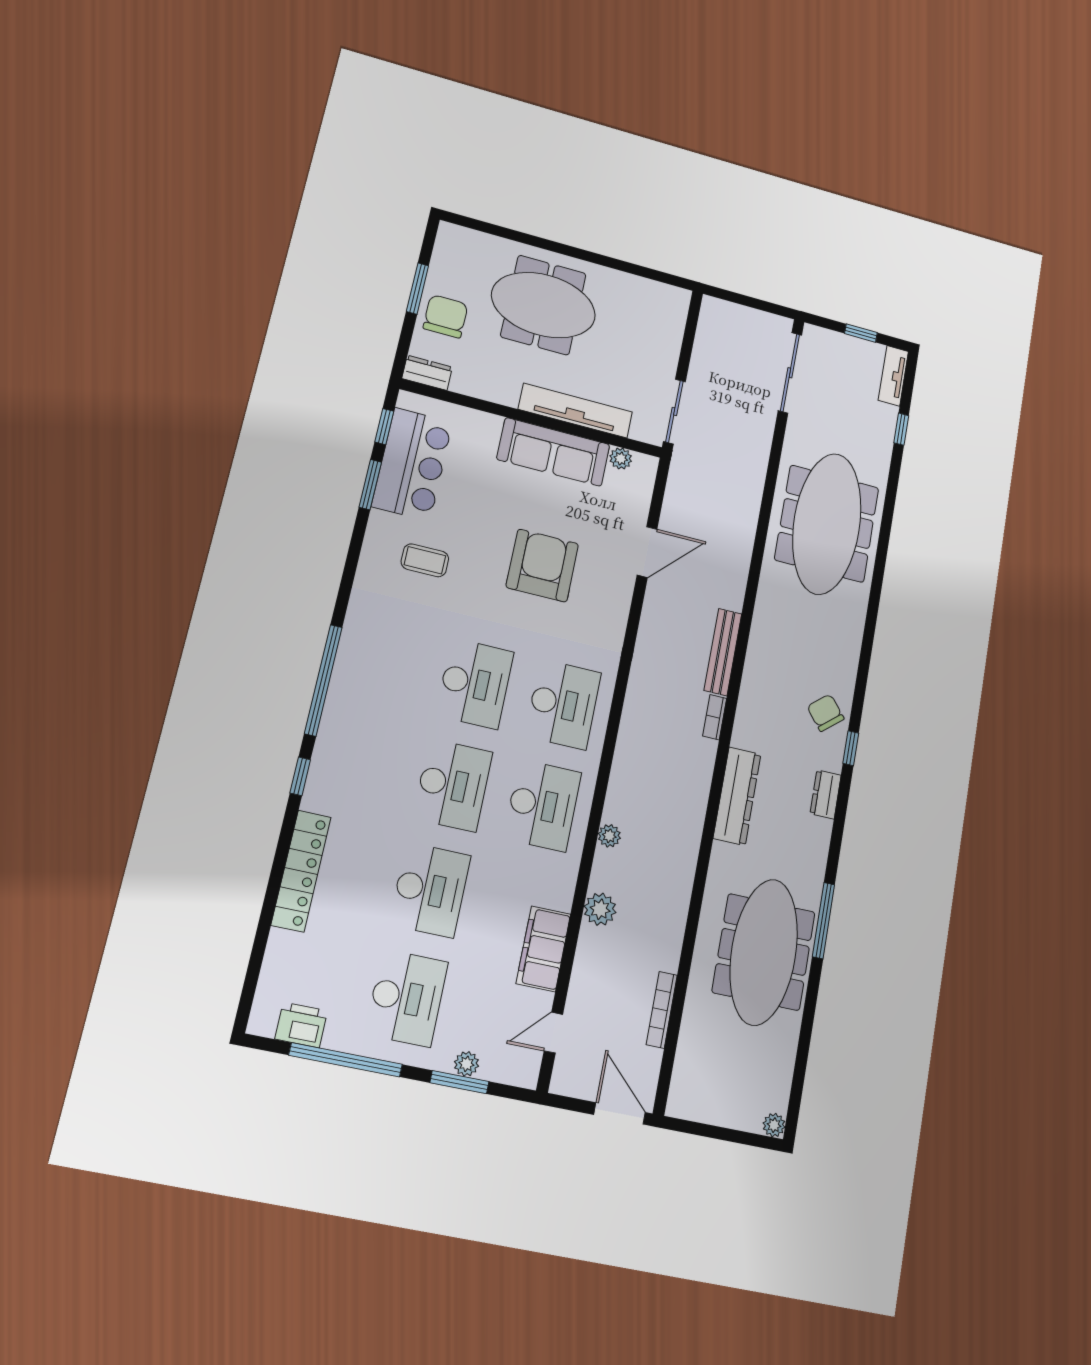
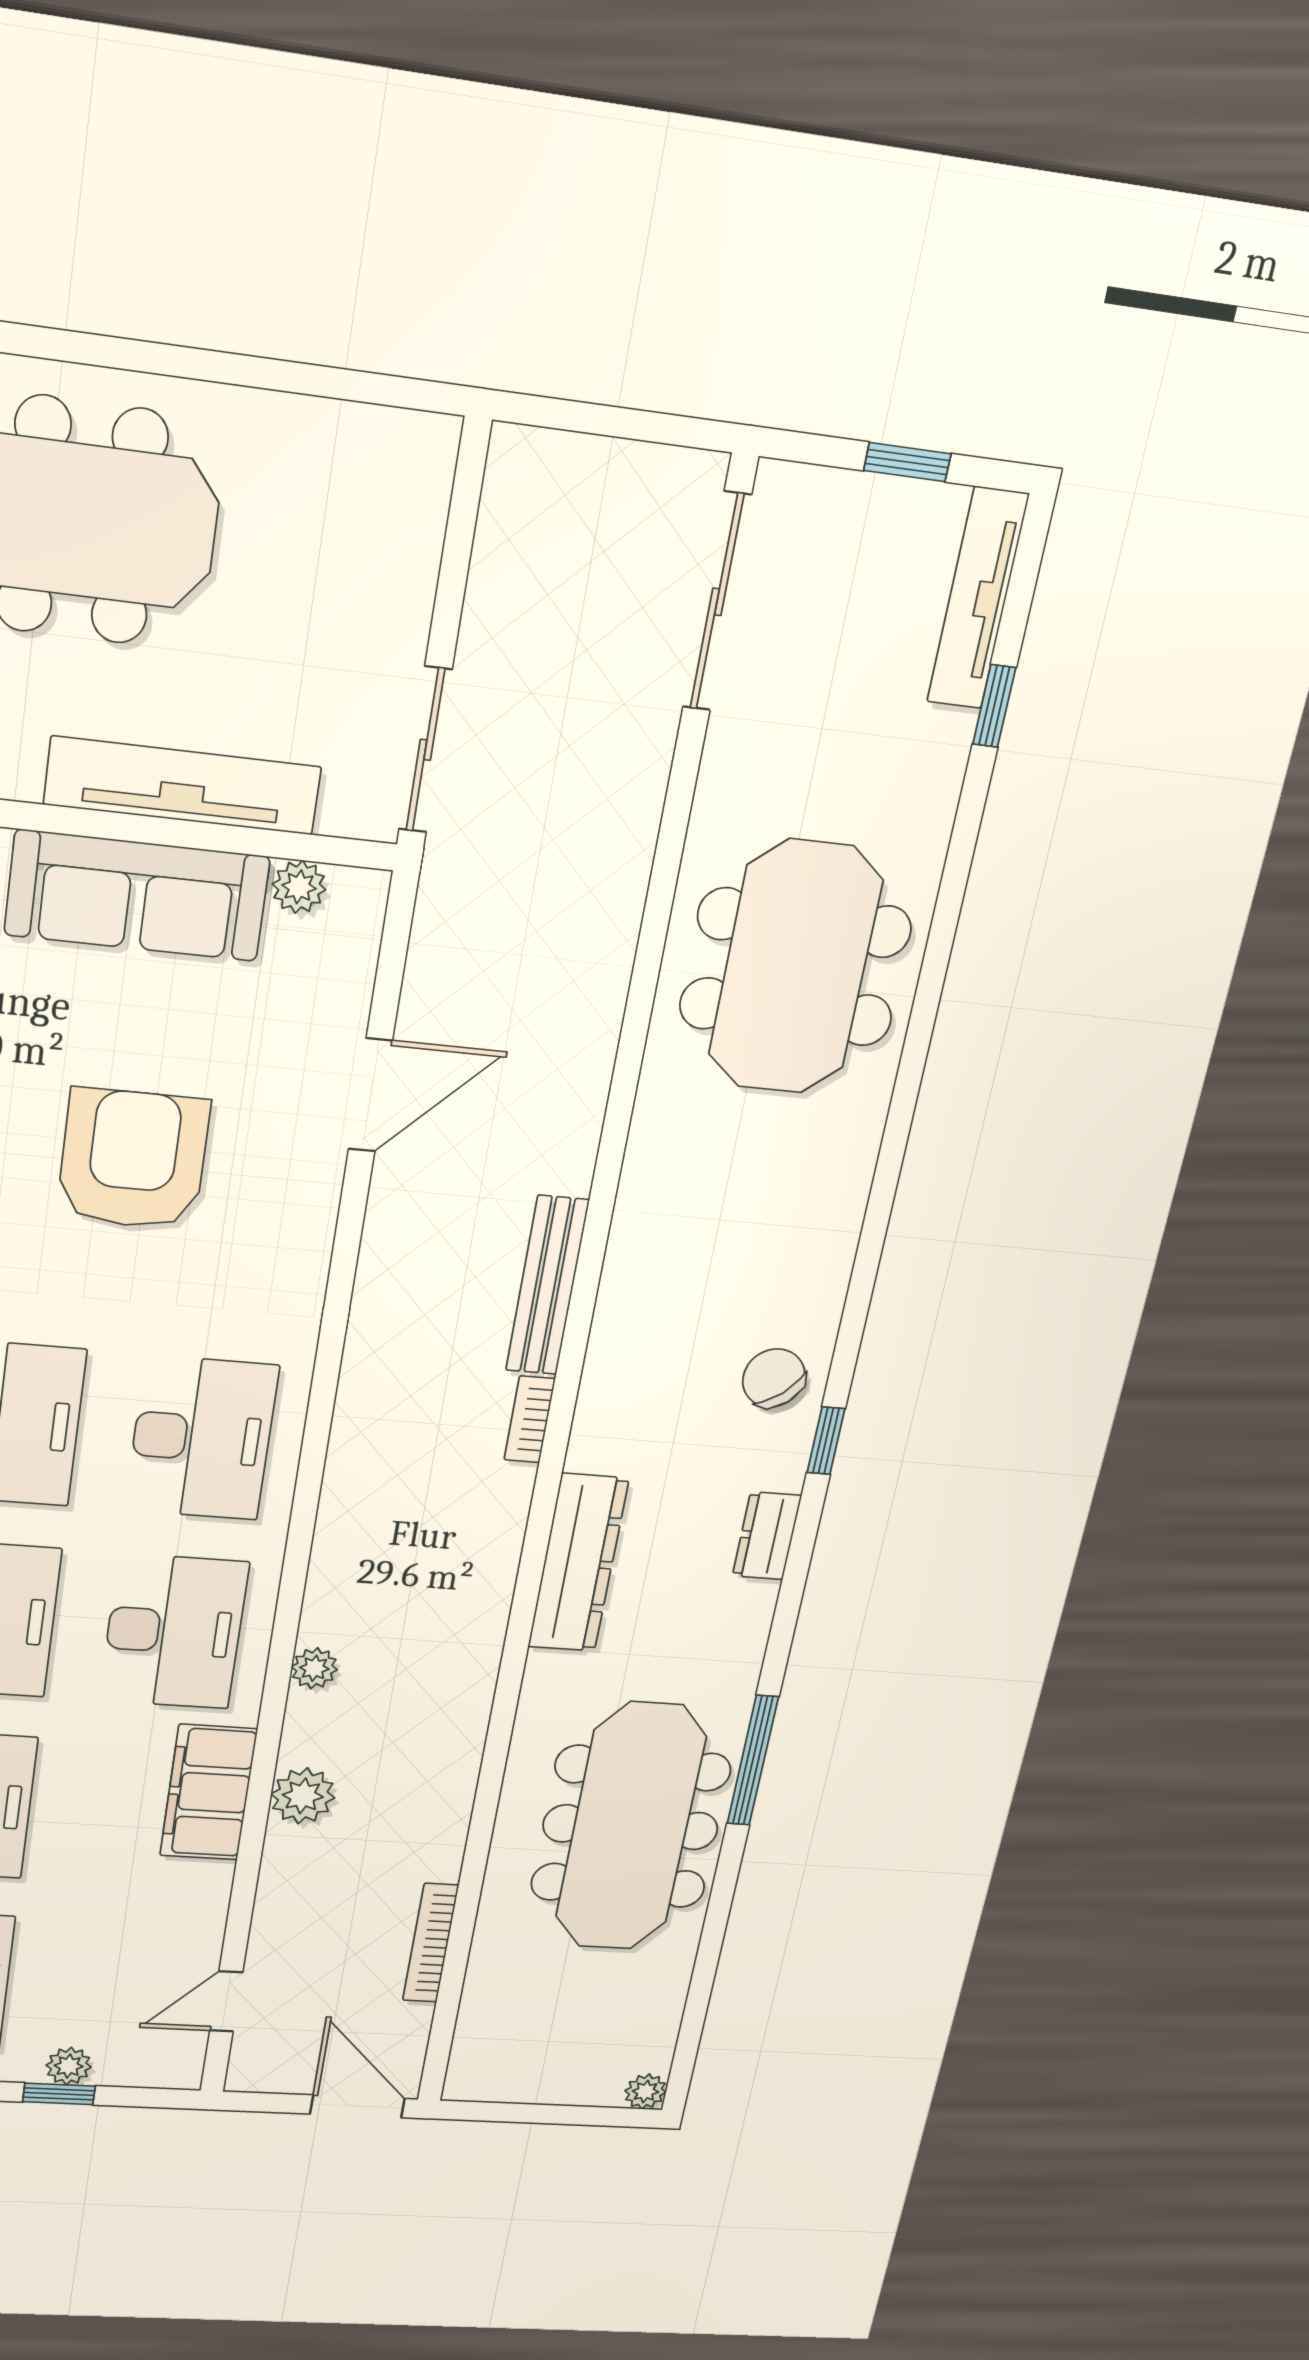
tv unit: (893, 376) -> (978, 598), width x1.41
meeting table: (827, 524) -> (795, 968), width x0.73
filing cabinet: (543, 949) -> (208, 1792), moved
window: (459, 1082) -> (59, 2094), width x0.67

